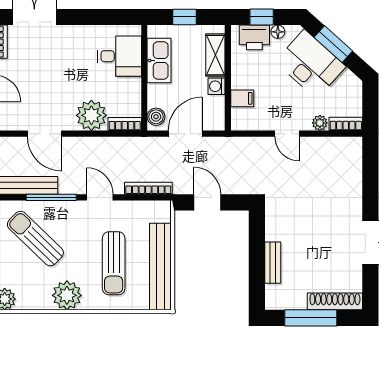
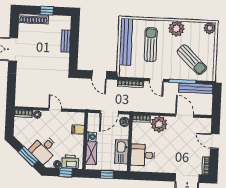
desk: (310, 64) -> (44, 149), width x0.73
window: (311, 318) -> (47, 11), width x0.46

